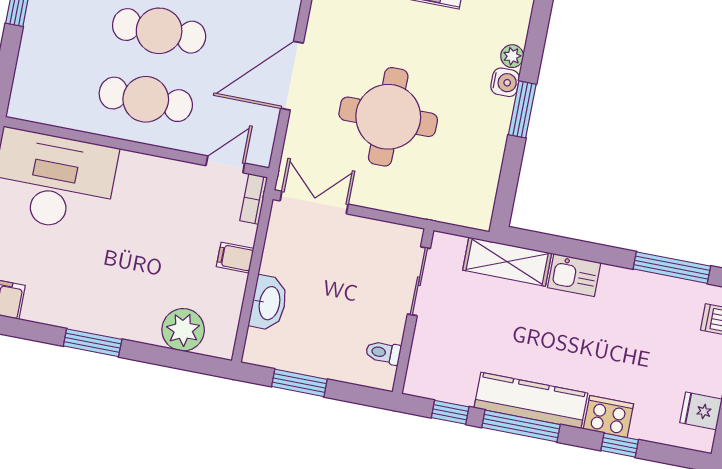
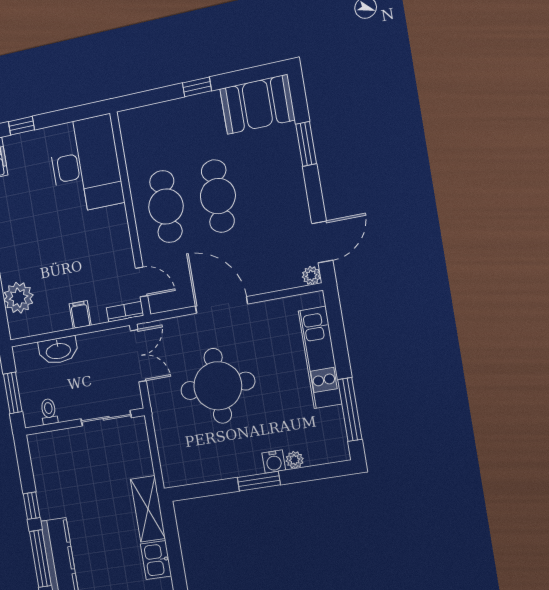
sliding door: (419, 281) -> (106, 418), moved
wall: (413, 311) -> (84, 422), moved
toilet: (383, 353) -> (49, 412), moved

